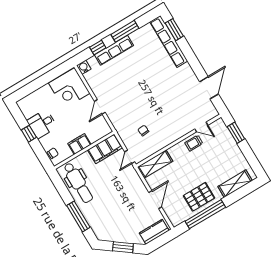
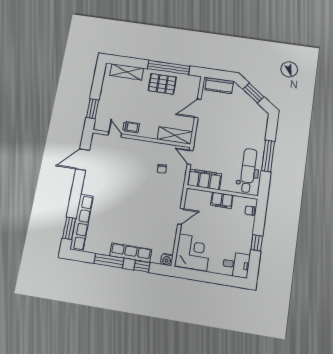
desk: (42, 124) -> (236, 265), moved
door: (130, 157) -> (190, 157), swing flipped
window: (78, 216) -> (268, 156), moved

